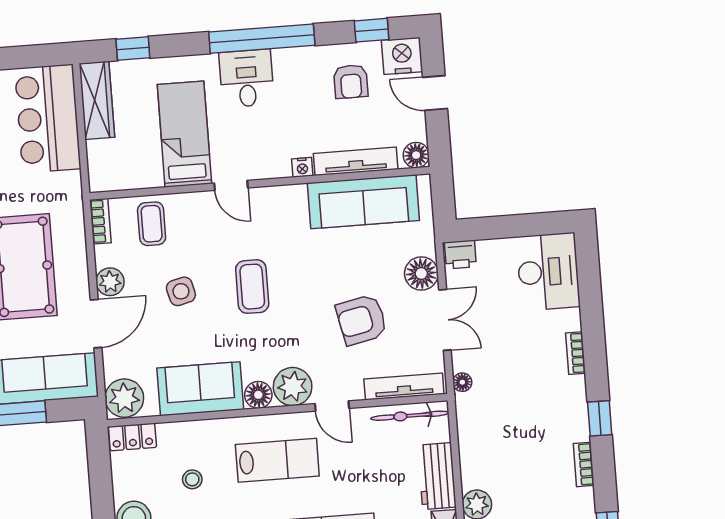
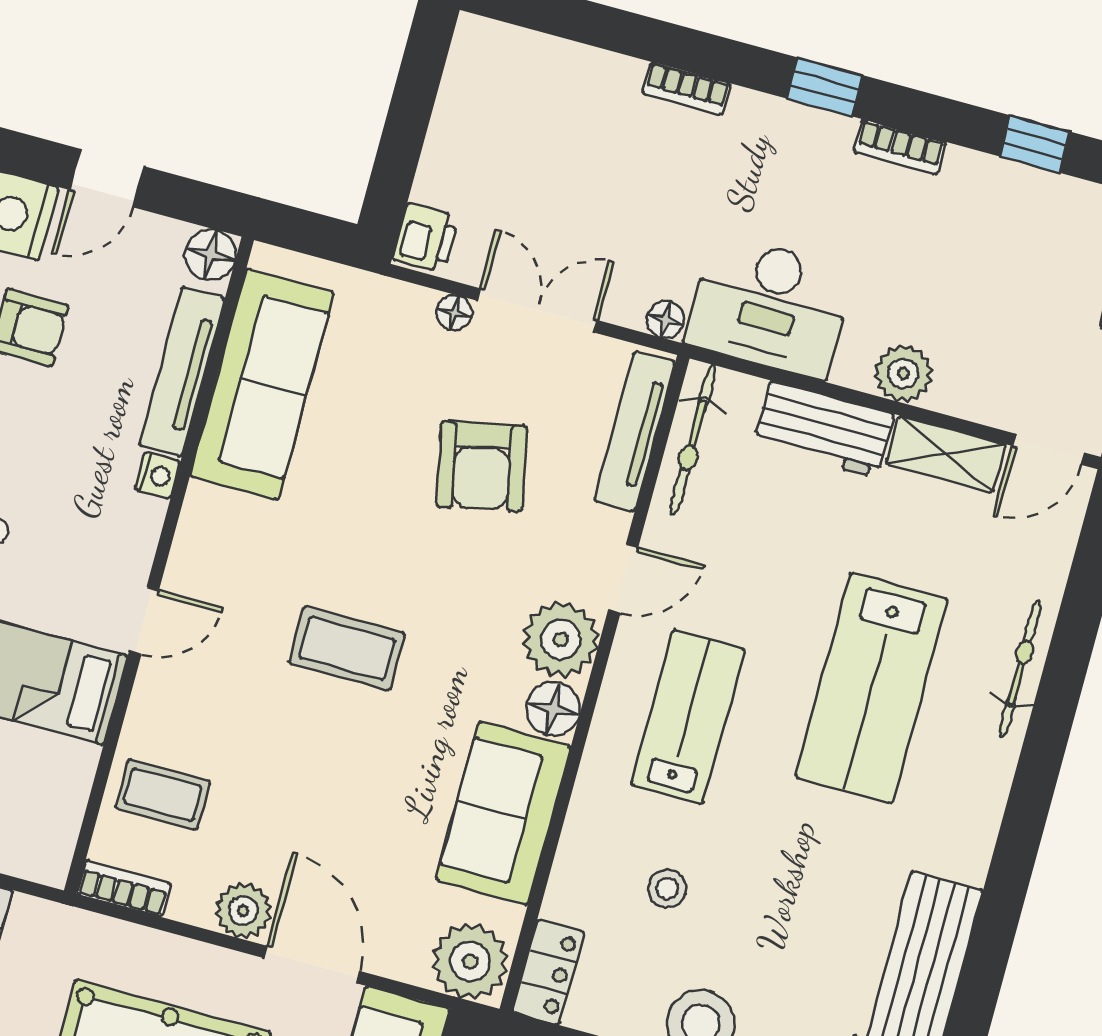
desk: (548, 272) -> (769, 306), moved, turned 180
floor lamp: (421, 273) -> (454, 313), width x0.53, depth x0.53
side table: (181, 291) -> (308, 785), removed

